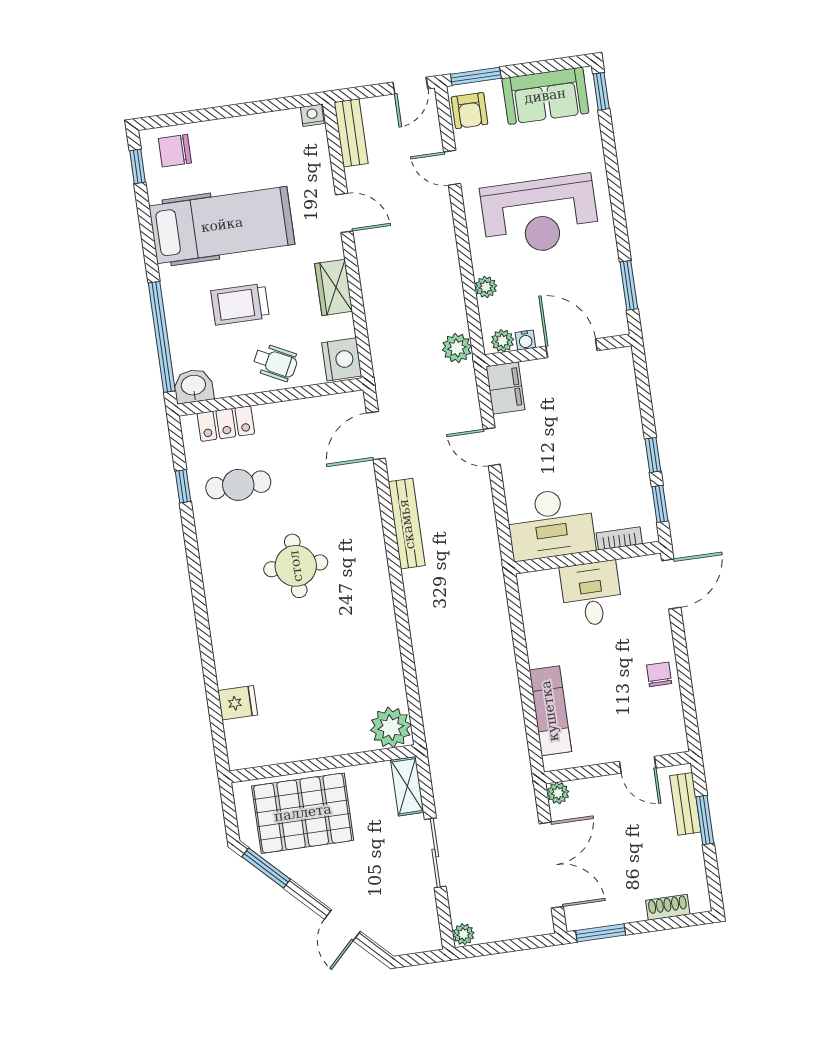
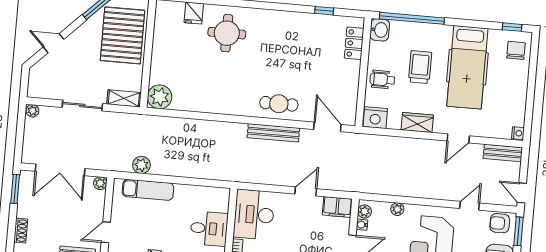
plant: (457, 348) -> (141, 165), moved
wheelchair: (275, 362) -> (382, 79), turned 63
cafe table: (238, 485) -> (279, 104), moved, turned 90
round table: (296, 566) -> (227, 33), moved

